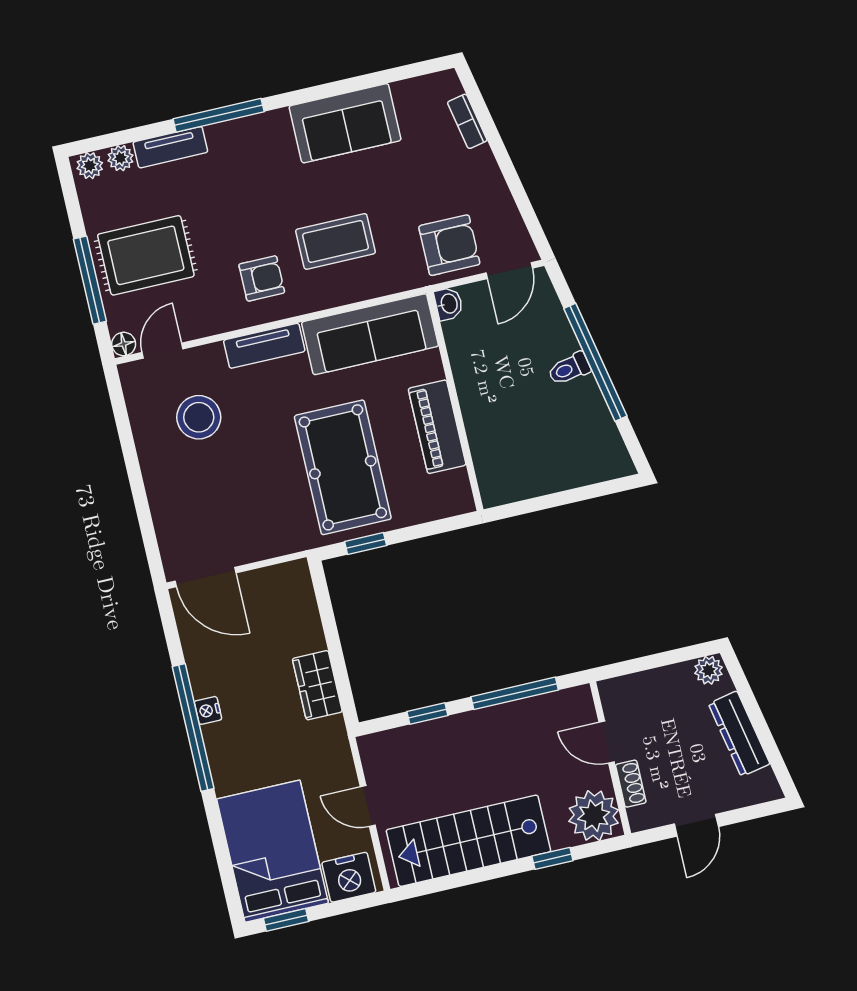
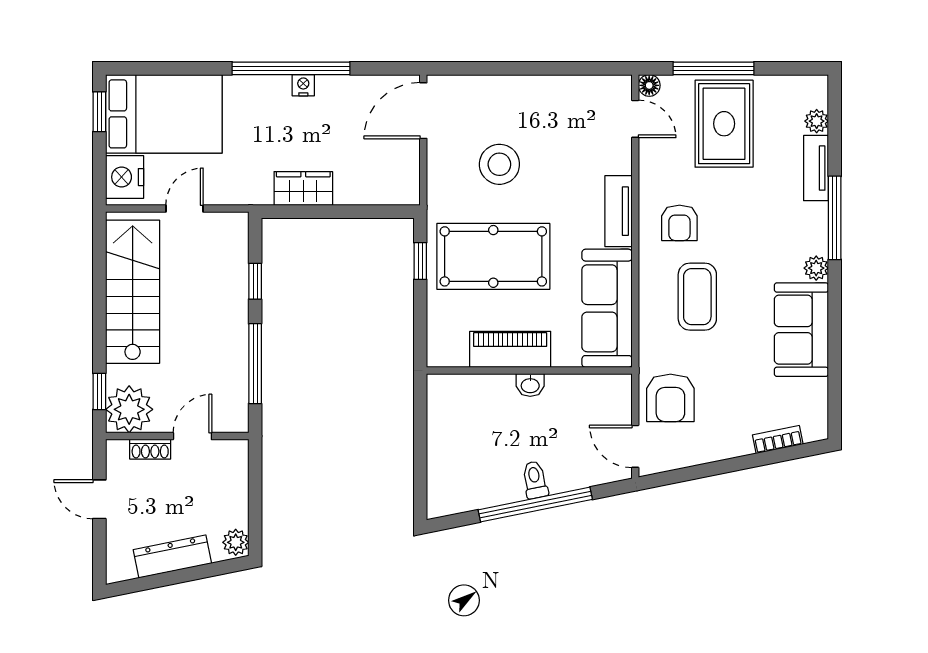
plant: (90, 166) -> (816, 268), moved
washbasin: (449, 304) -> (530, 385), moved
stool: (199, 417) -> (499, 164), moved
window: (552, 858) -> (99, 391), moved

